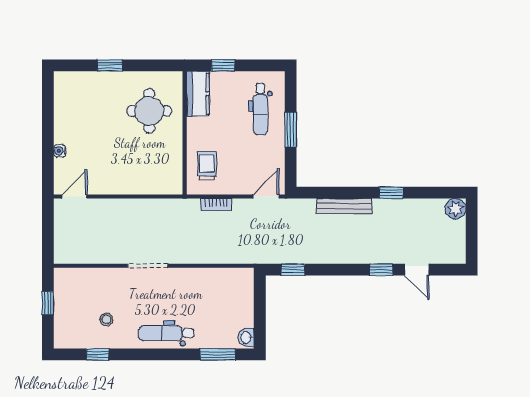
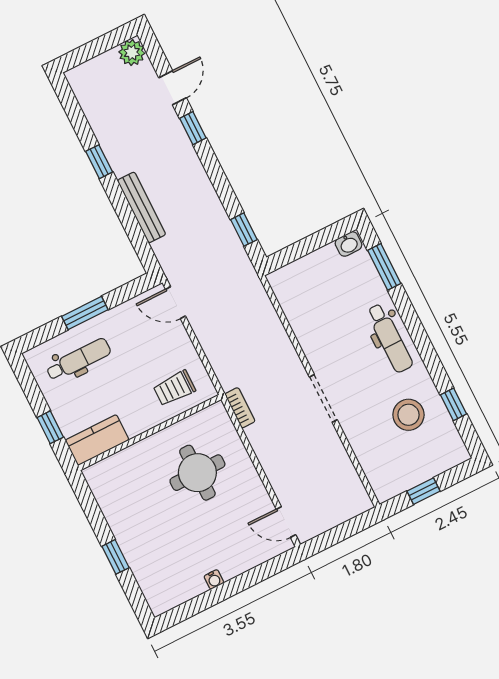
round table: (149, 111) -> (197, 473), moved
water cooler: (60, 151) -> (214, 579), moved
bookcase: (216, 204) -> (240, 408), moved
plant: (456, 209) -> (132, 53), moved
stool: (106, 319) -> (408, 415), width x1.89, depth x1.89

